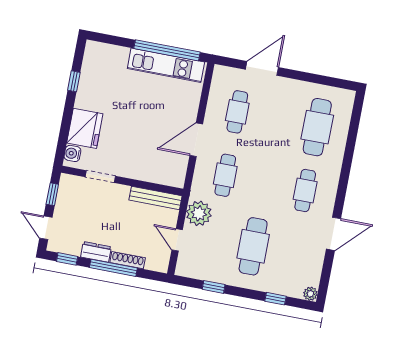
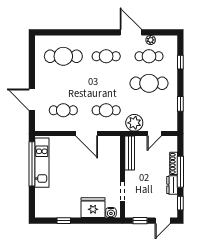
cafe table: (293, 254) -> (149, 56), added
plant: (310, 294) -> (151, 40), moved

